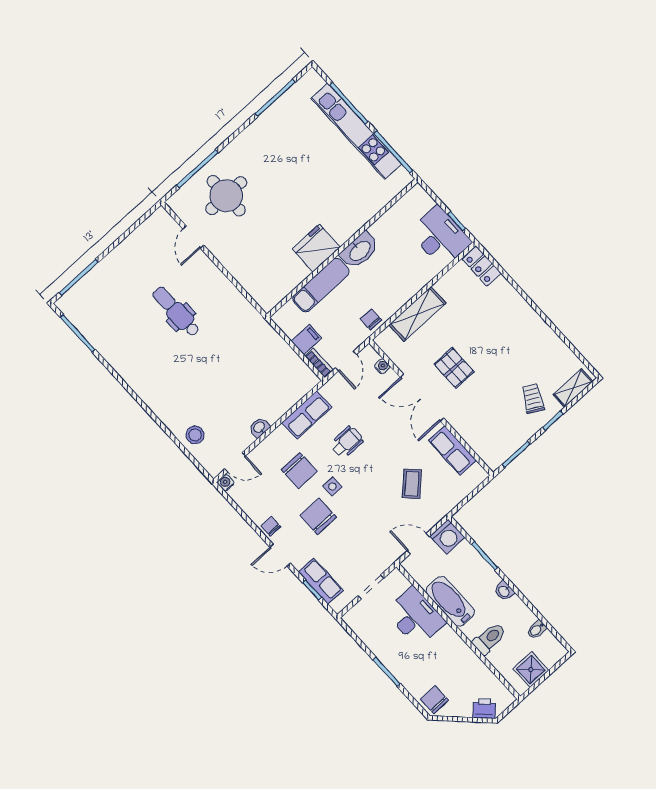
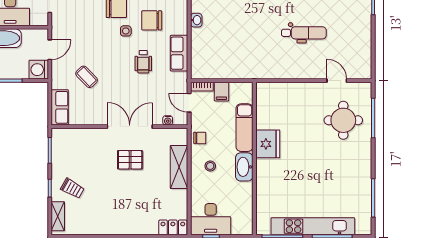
stool: (389, 284) -> (210, 166), added
row of seats: (452, 450) -> (60, 107), moved, turned 90

